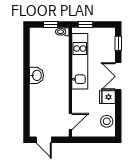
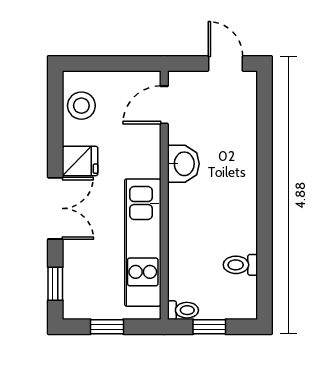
window: (85, 24) -> (107, 327), moved
toilet: (37, 52) -> (240, 265), added
washbasin: (37, 75) -> (183, 164), moved, turned 180

